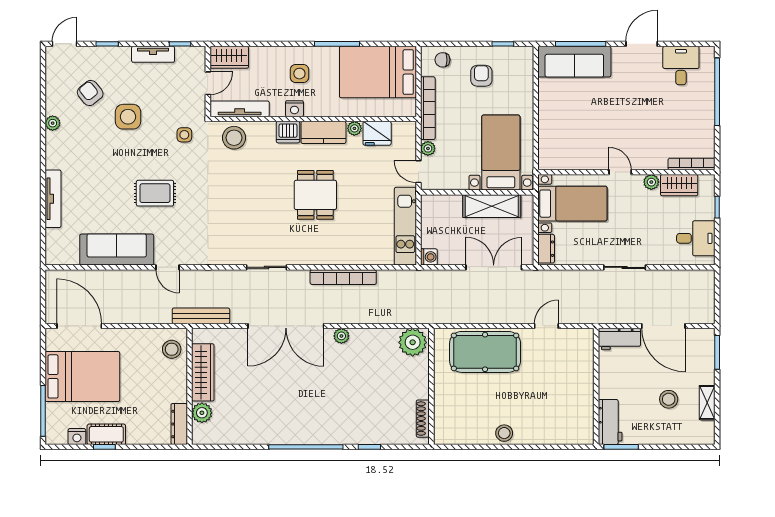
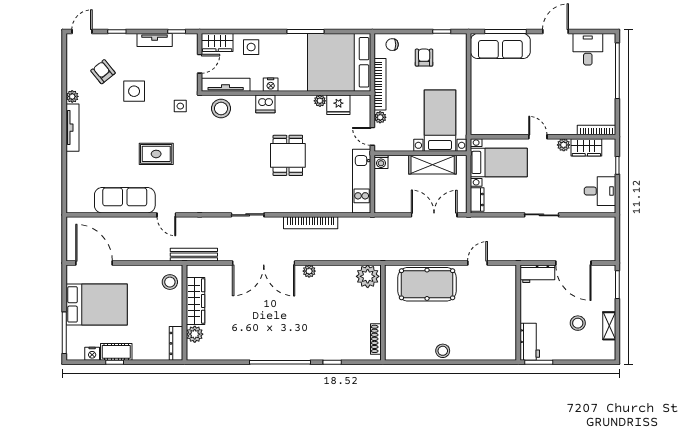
bed: (378, 72) -> (339, 62), width x1.36
side table: (299, 74) -> (251, 47), moved
kitchen counter: (323, 132) -> (294, 104), removed
tv unit: (53, 199) -> (73, 128), moved
washing machine: (429, 257) -> (381, 162), moved, turned 90

